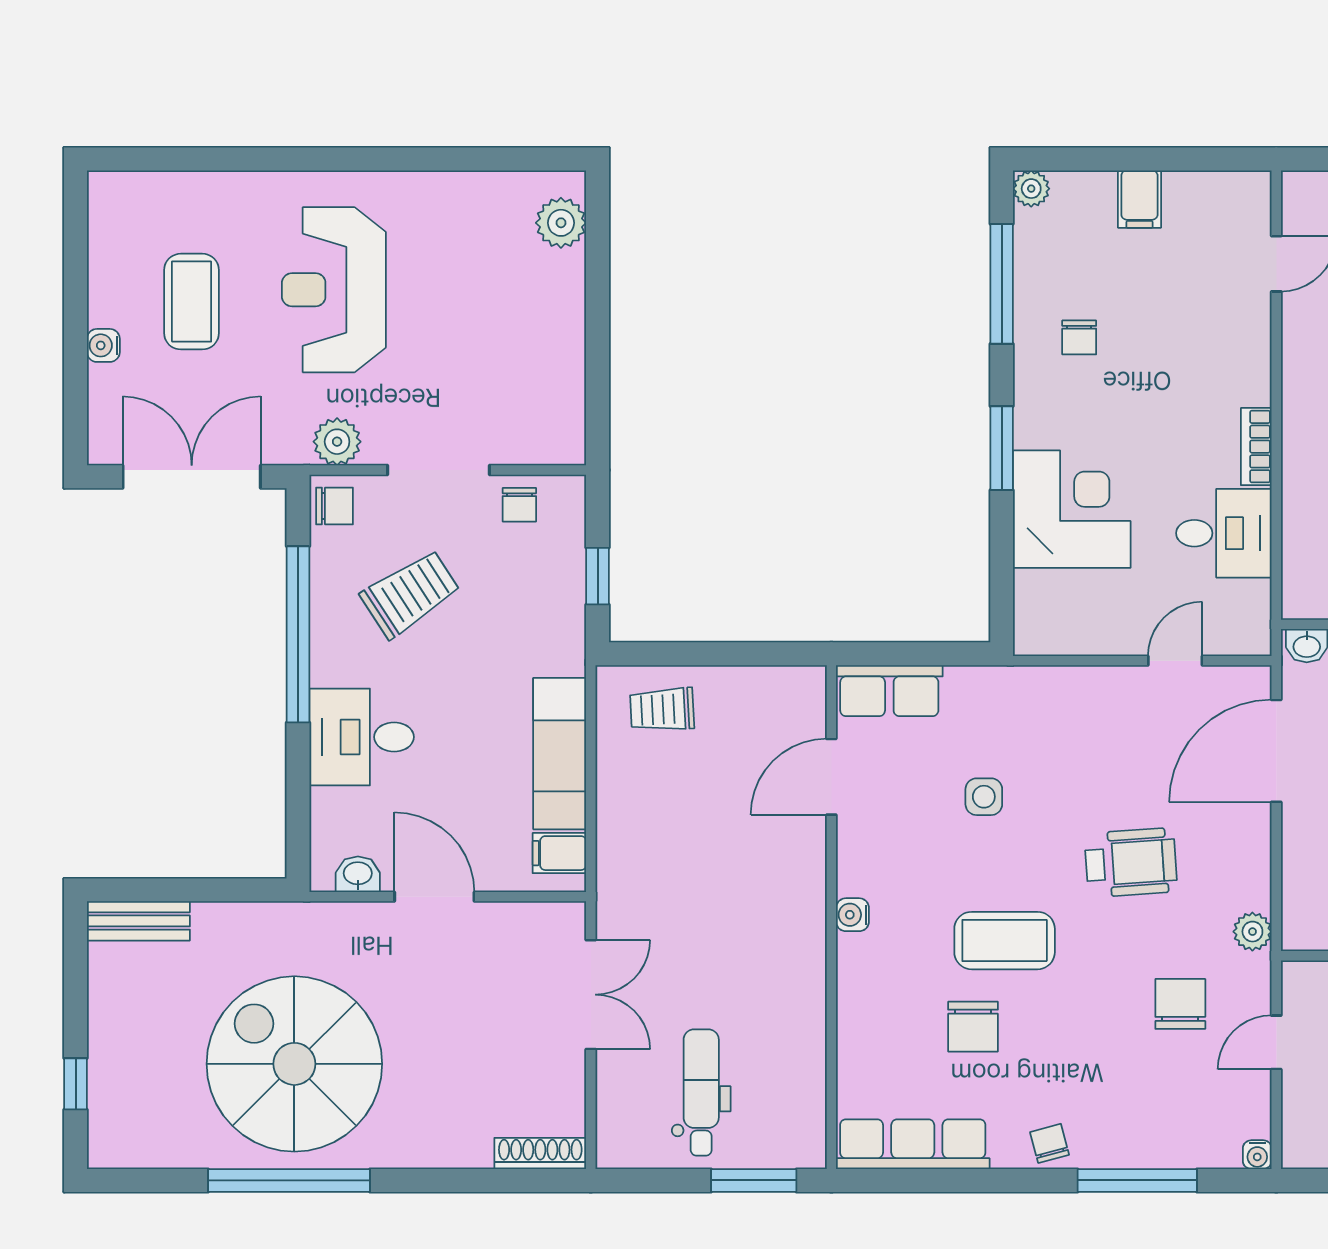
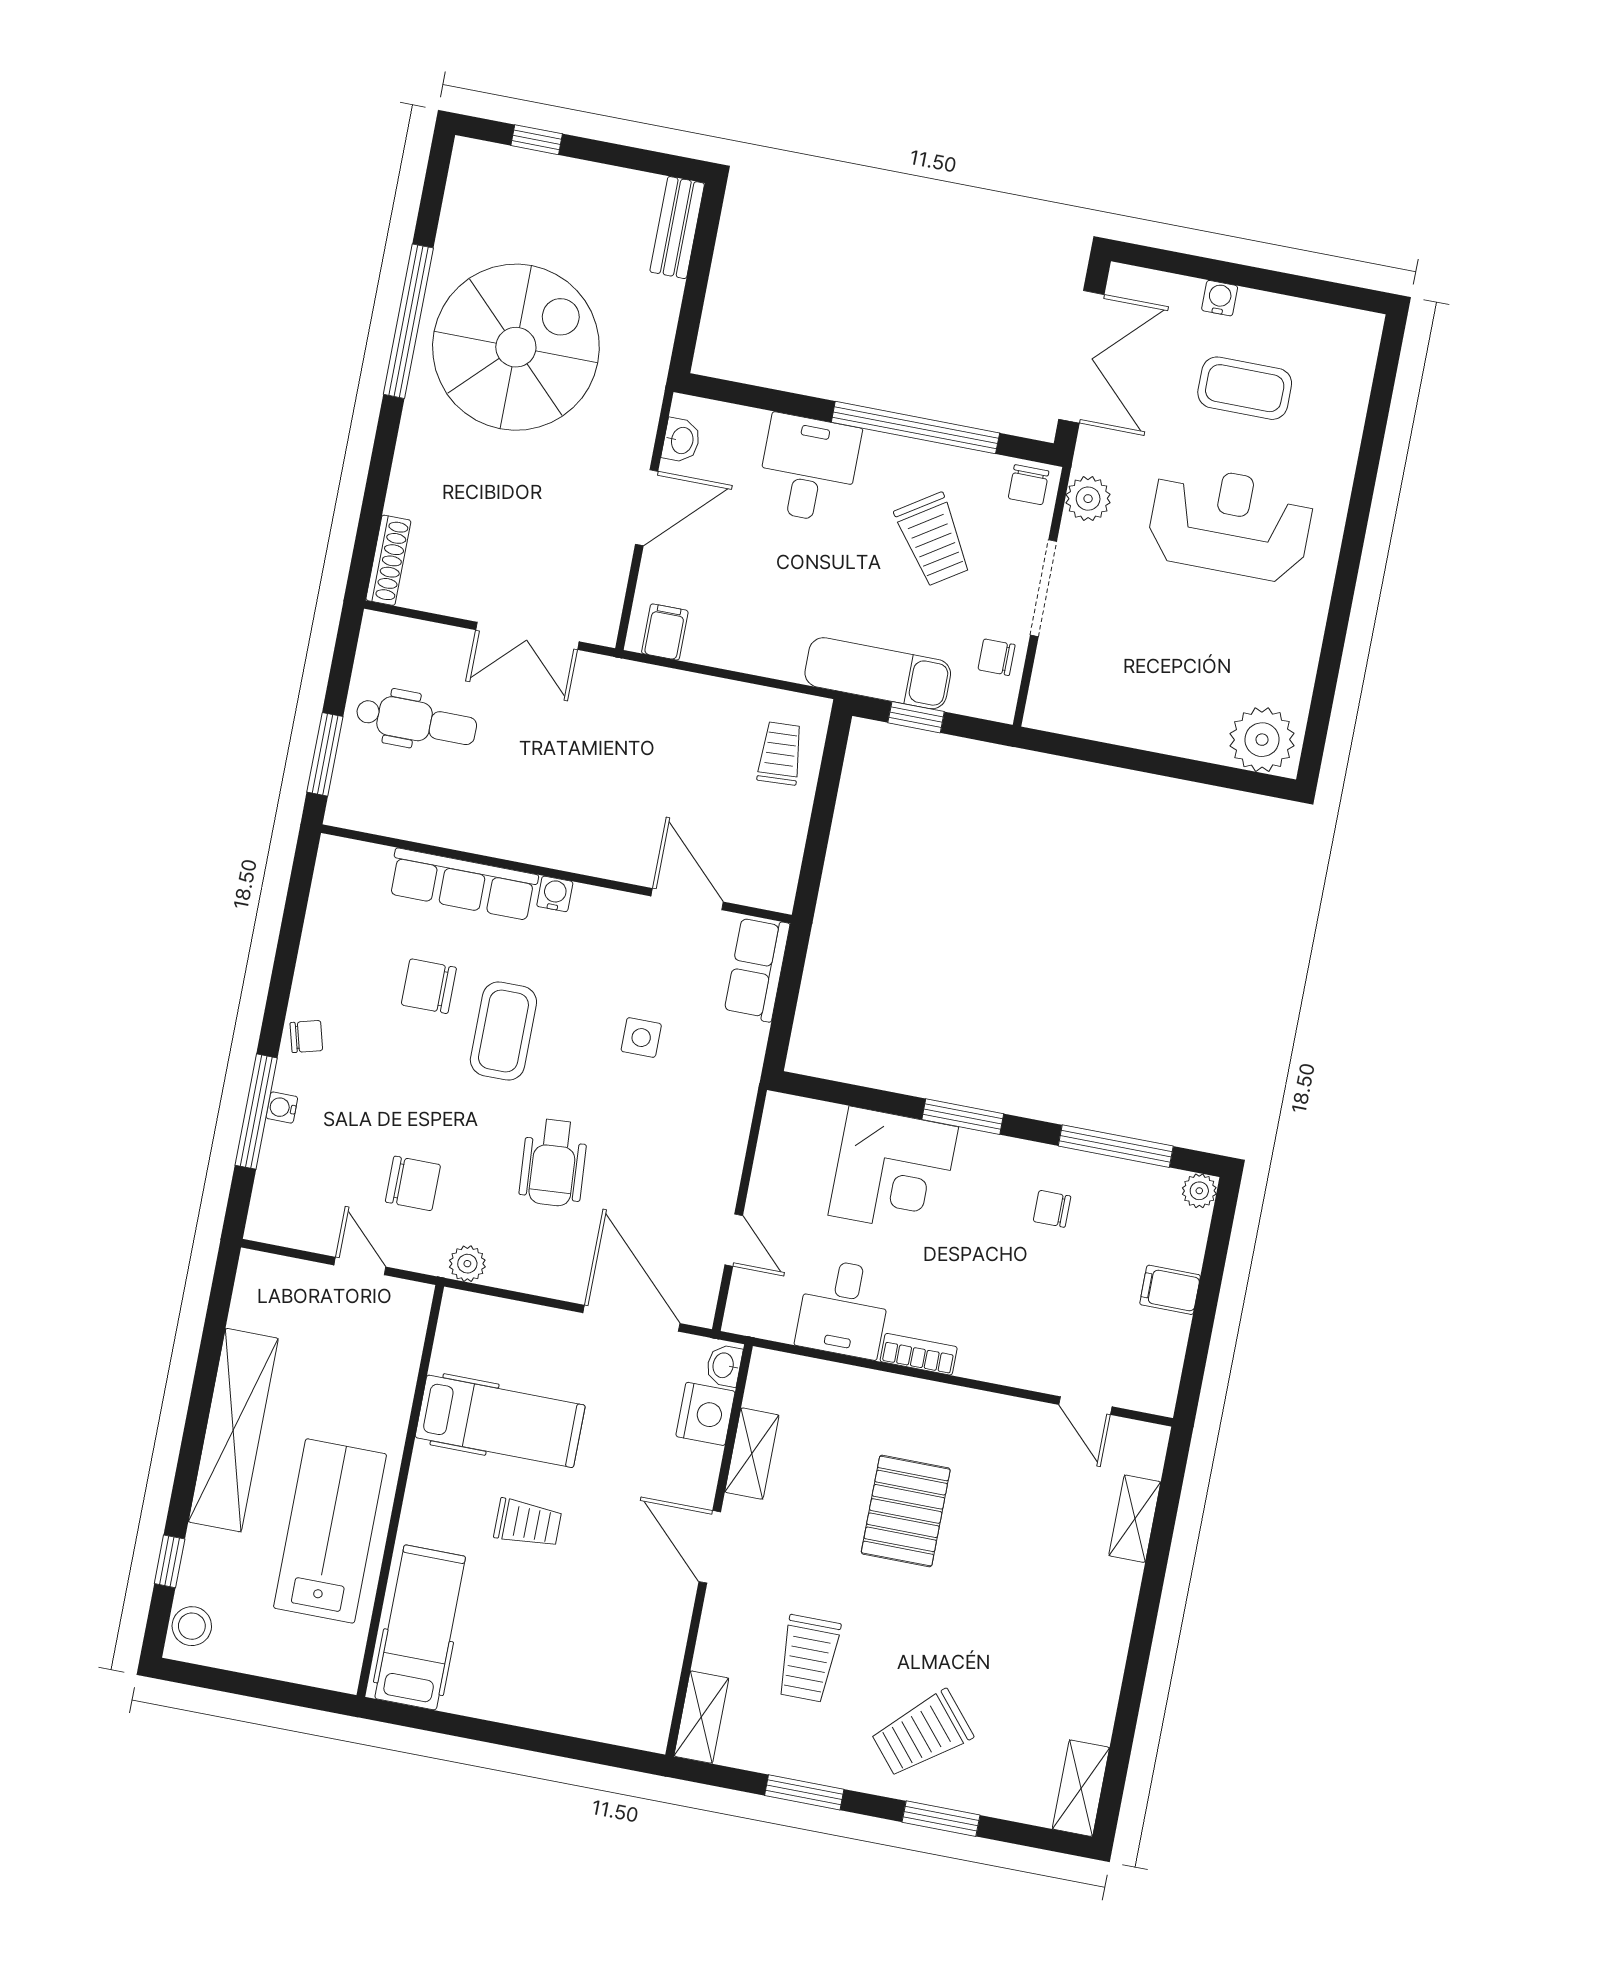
plant: (561, 223) -> (1262, 740), width x1.36, depth x1.36
exam couch: (560, 754) -> (878, 673), moved
row of seats: (913, 1144) -> (463, 884), moved, turned 90
water cooler: (1257, 1155) -> (282, 1108), moved

